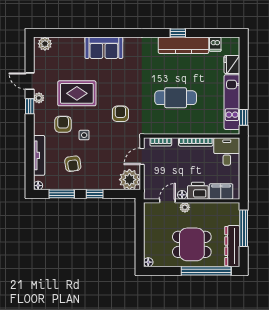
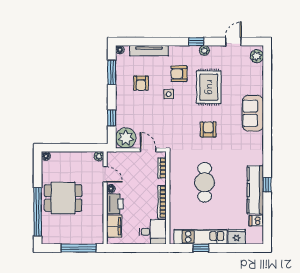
door: (30, 81) -> (233, 42), moved
armchair: (120, 114) -> (208, 129), moved, turned -90
window: (244, 117) -> (201, 248), moved
armchair: (63, 124) -> (179, 74), turned 180
armchair: (73, 164) -> (141, 83), turned -81
window: (95, 194) -> (112, 118), moved
plant: (185, 207) -> (99, 156), moved
dining table: (192, 244) -> (63, 198), turned 90
dresser: (232, 246) -> (61, 237), removed

